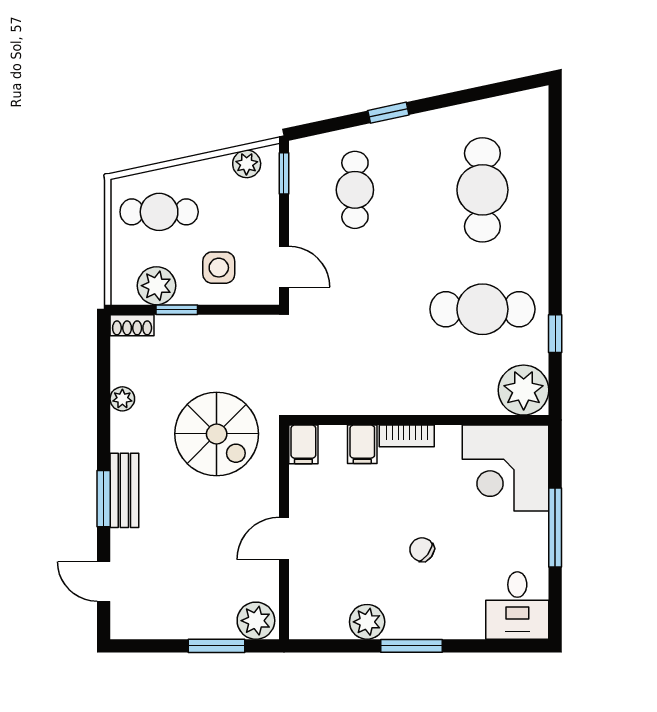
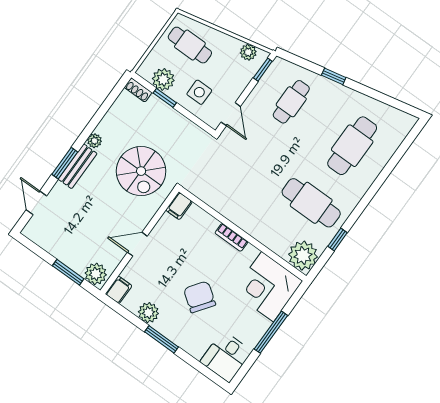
plant: (122, 399) -> (94, 141), moved
filing cabinet: (362, 444) -> (119, 290), moved, turned 180
chair: (422, 550) -> (200, 297), width x1.87, depth x1.87

